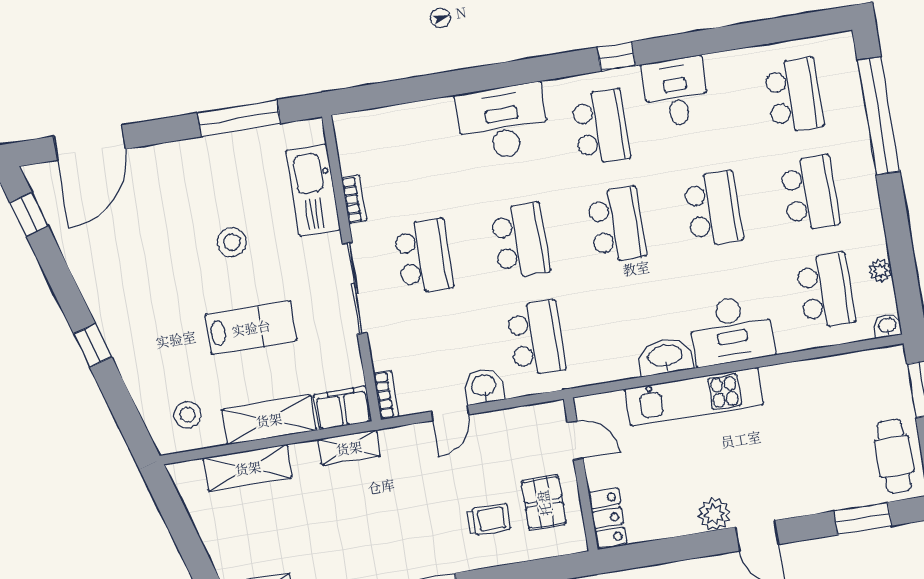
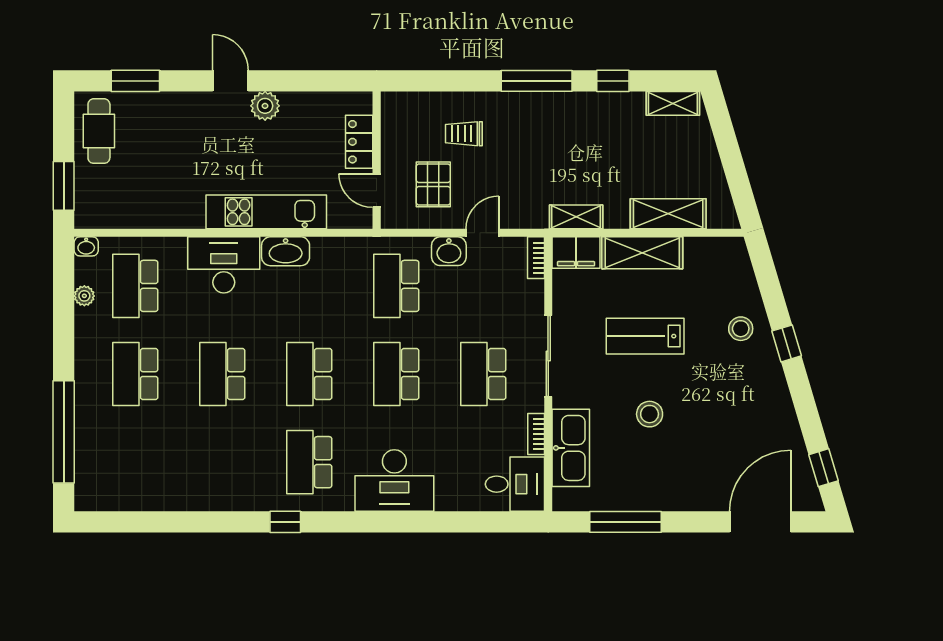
desk: (676, 92) -> (515, 484), moved, turned -90
school desk: (794, 95) -> (135, 462), removed
stool: (187, 415) -> (741, 329), moved
pallet: (544, 503) -> (433, 184), moved
locker: (608, 518) -> (359, 142), moved

